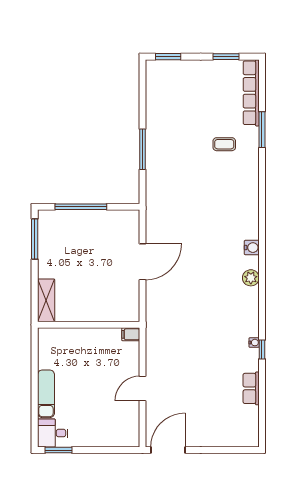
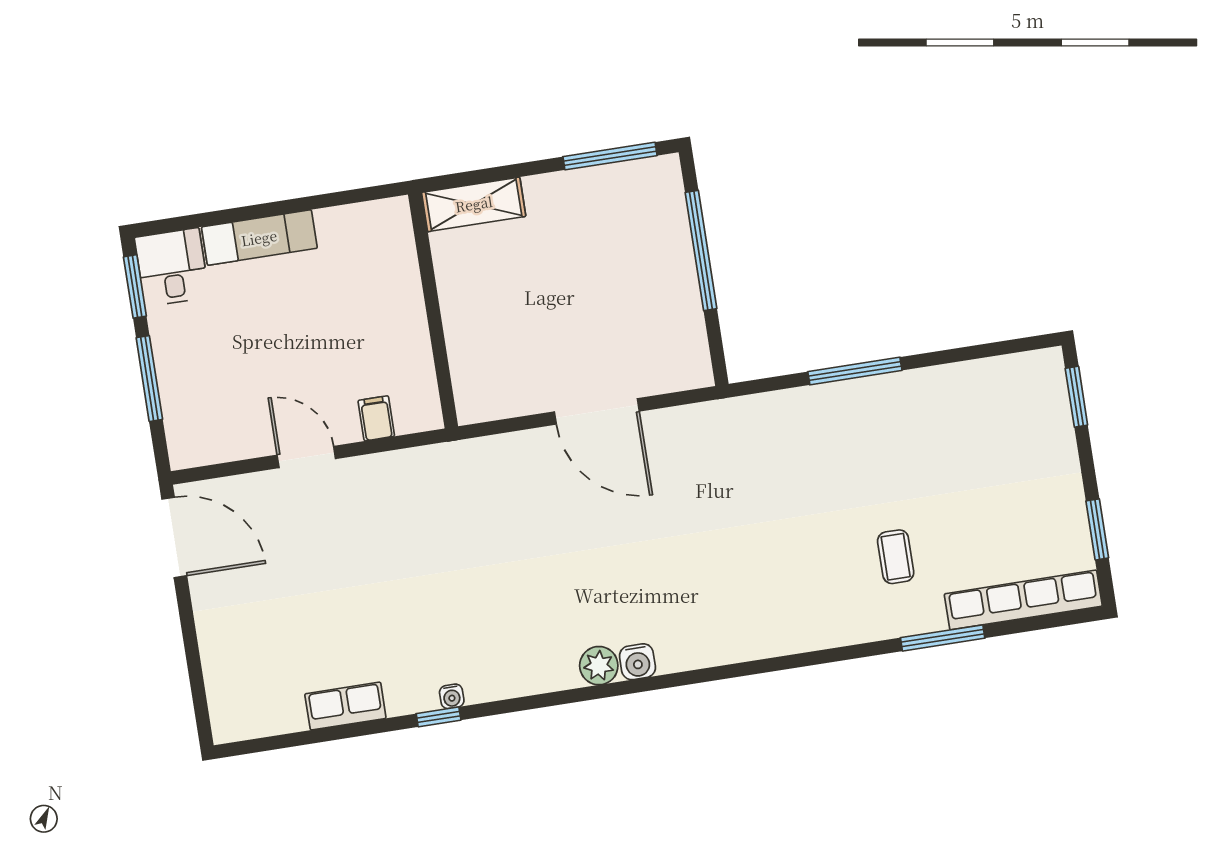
water cooler: (252, 248) -> (637, 662), moved
filing cabinet: (131, 334) -> (376, 418), moved
window: (99, 450) -> (149, 379), added

